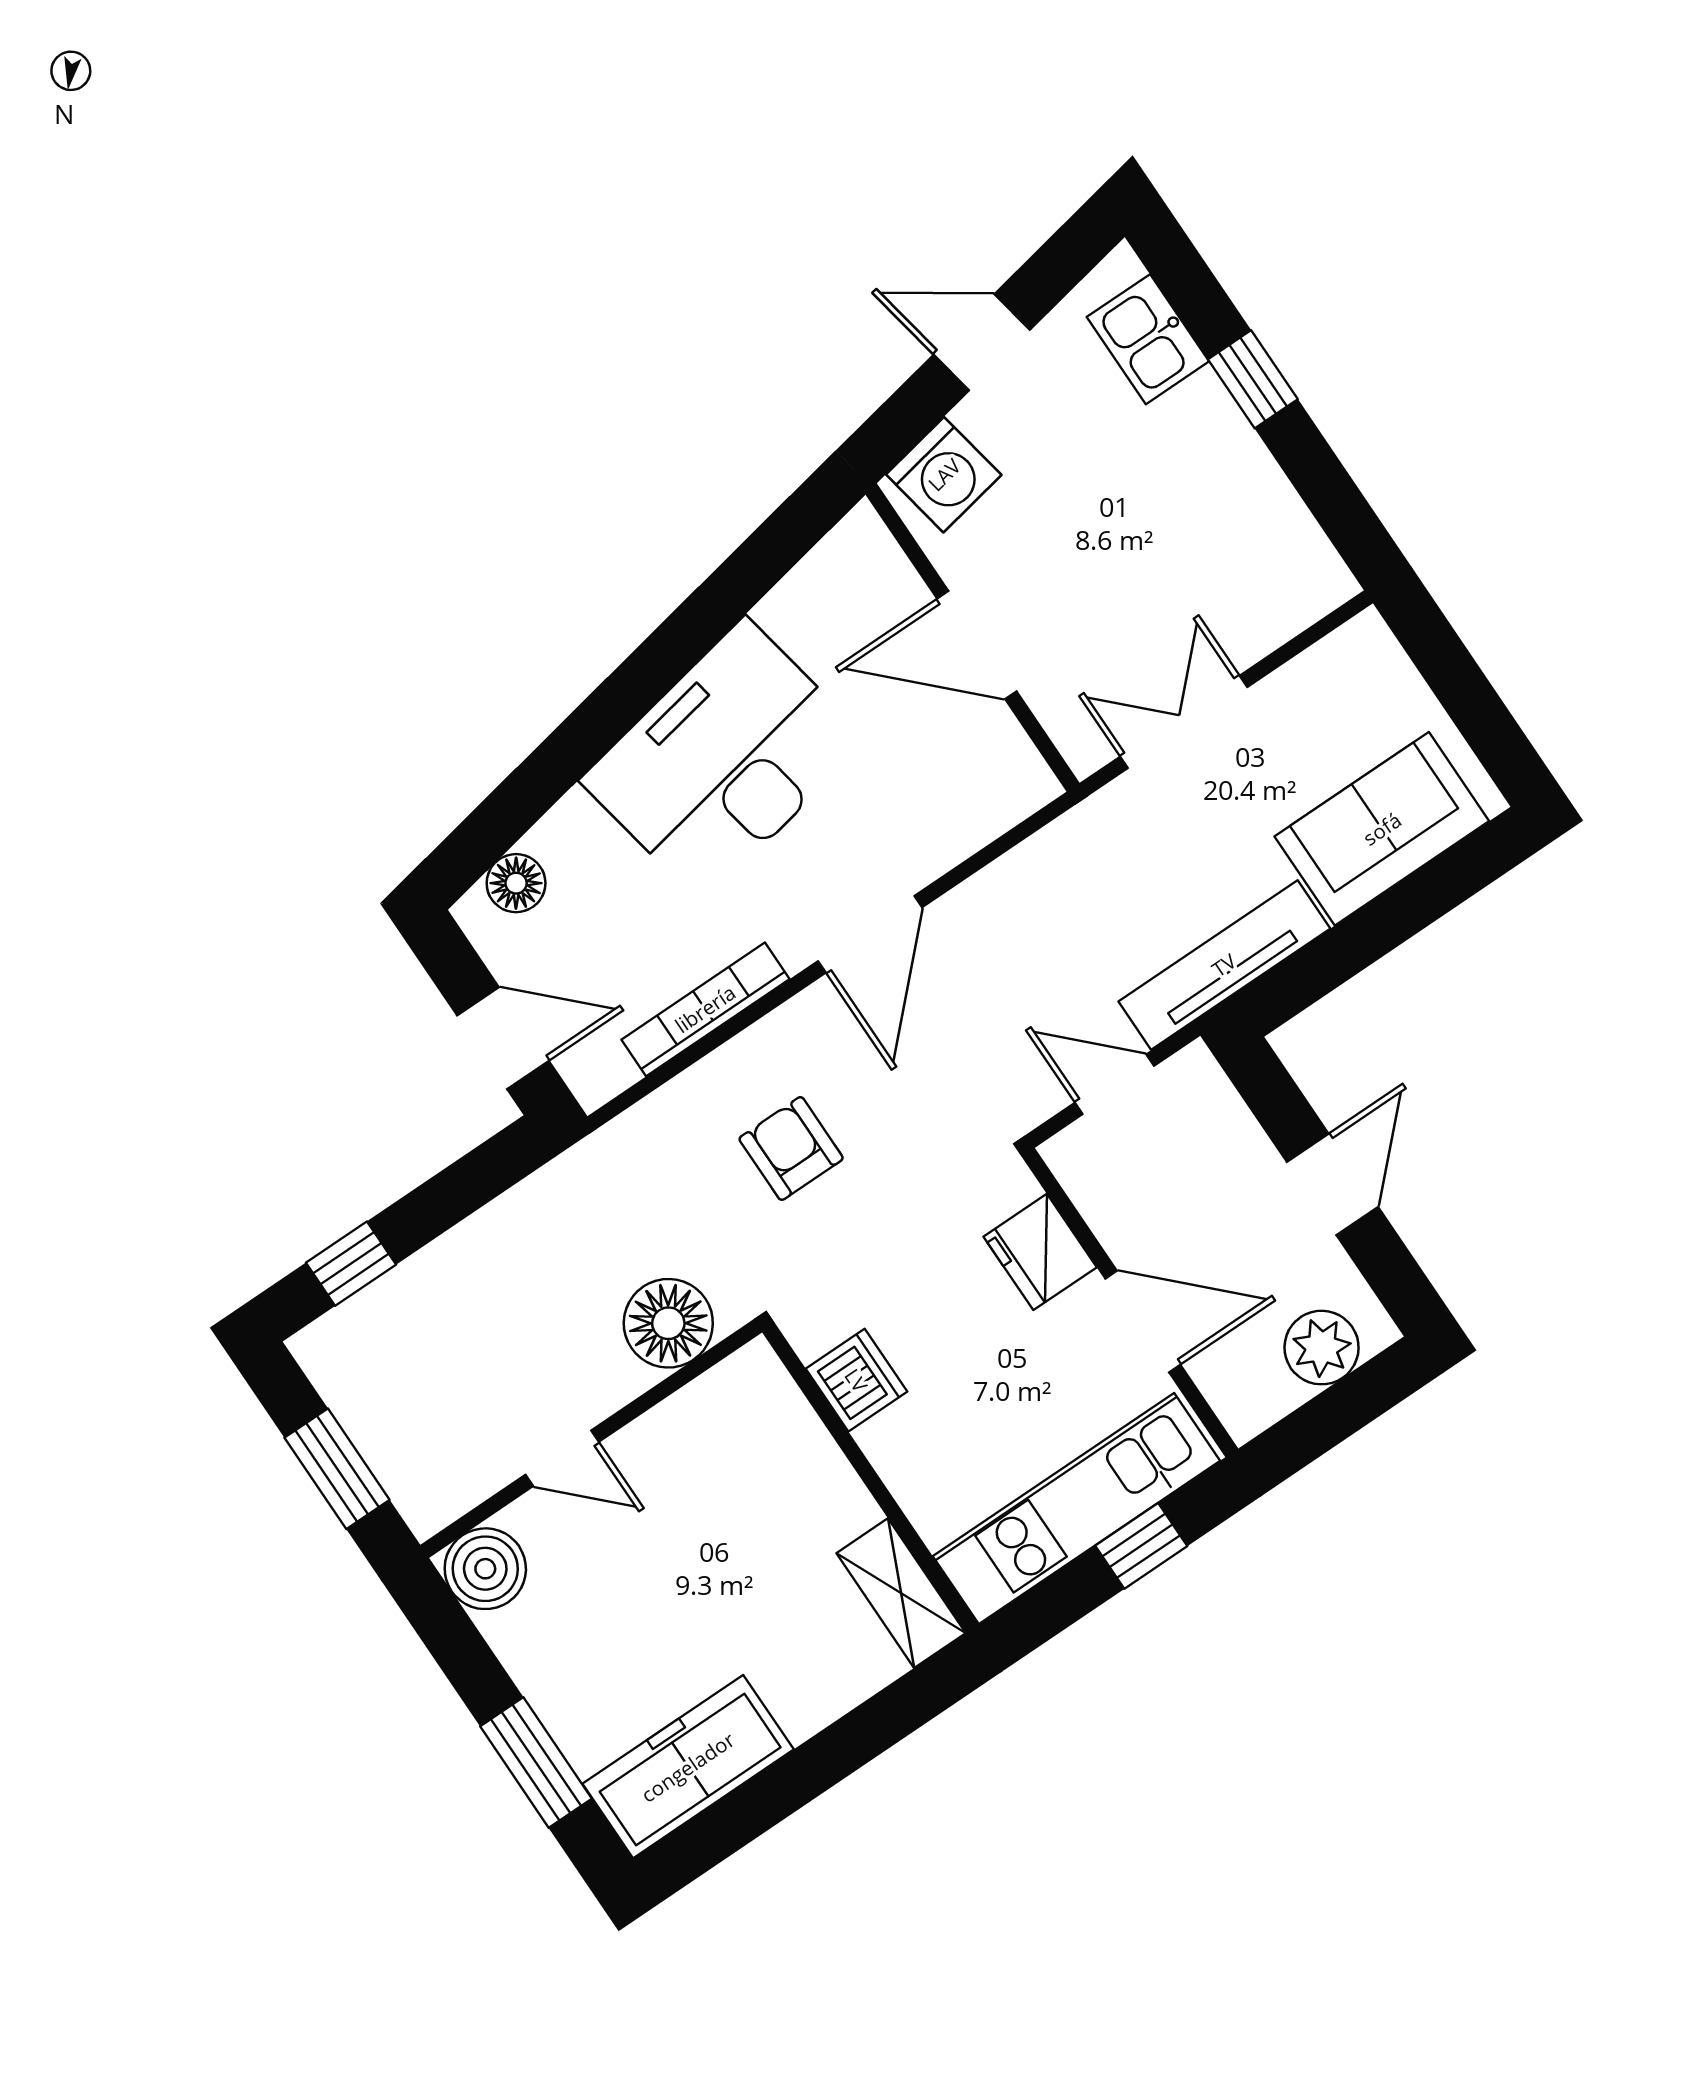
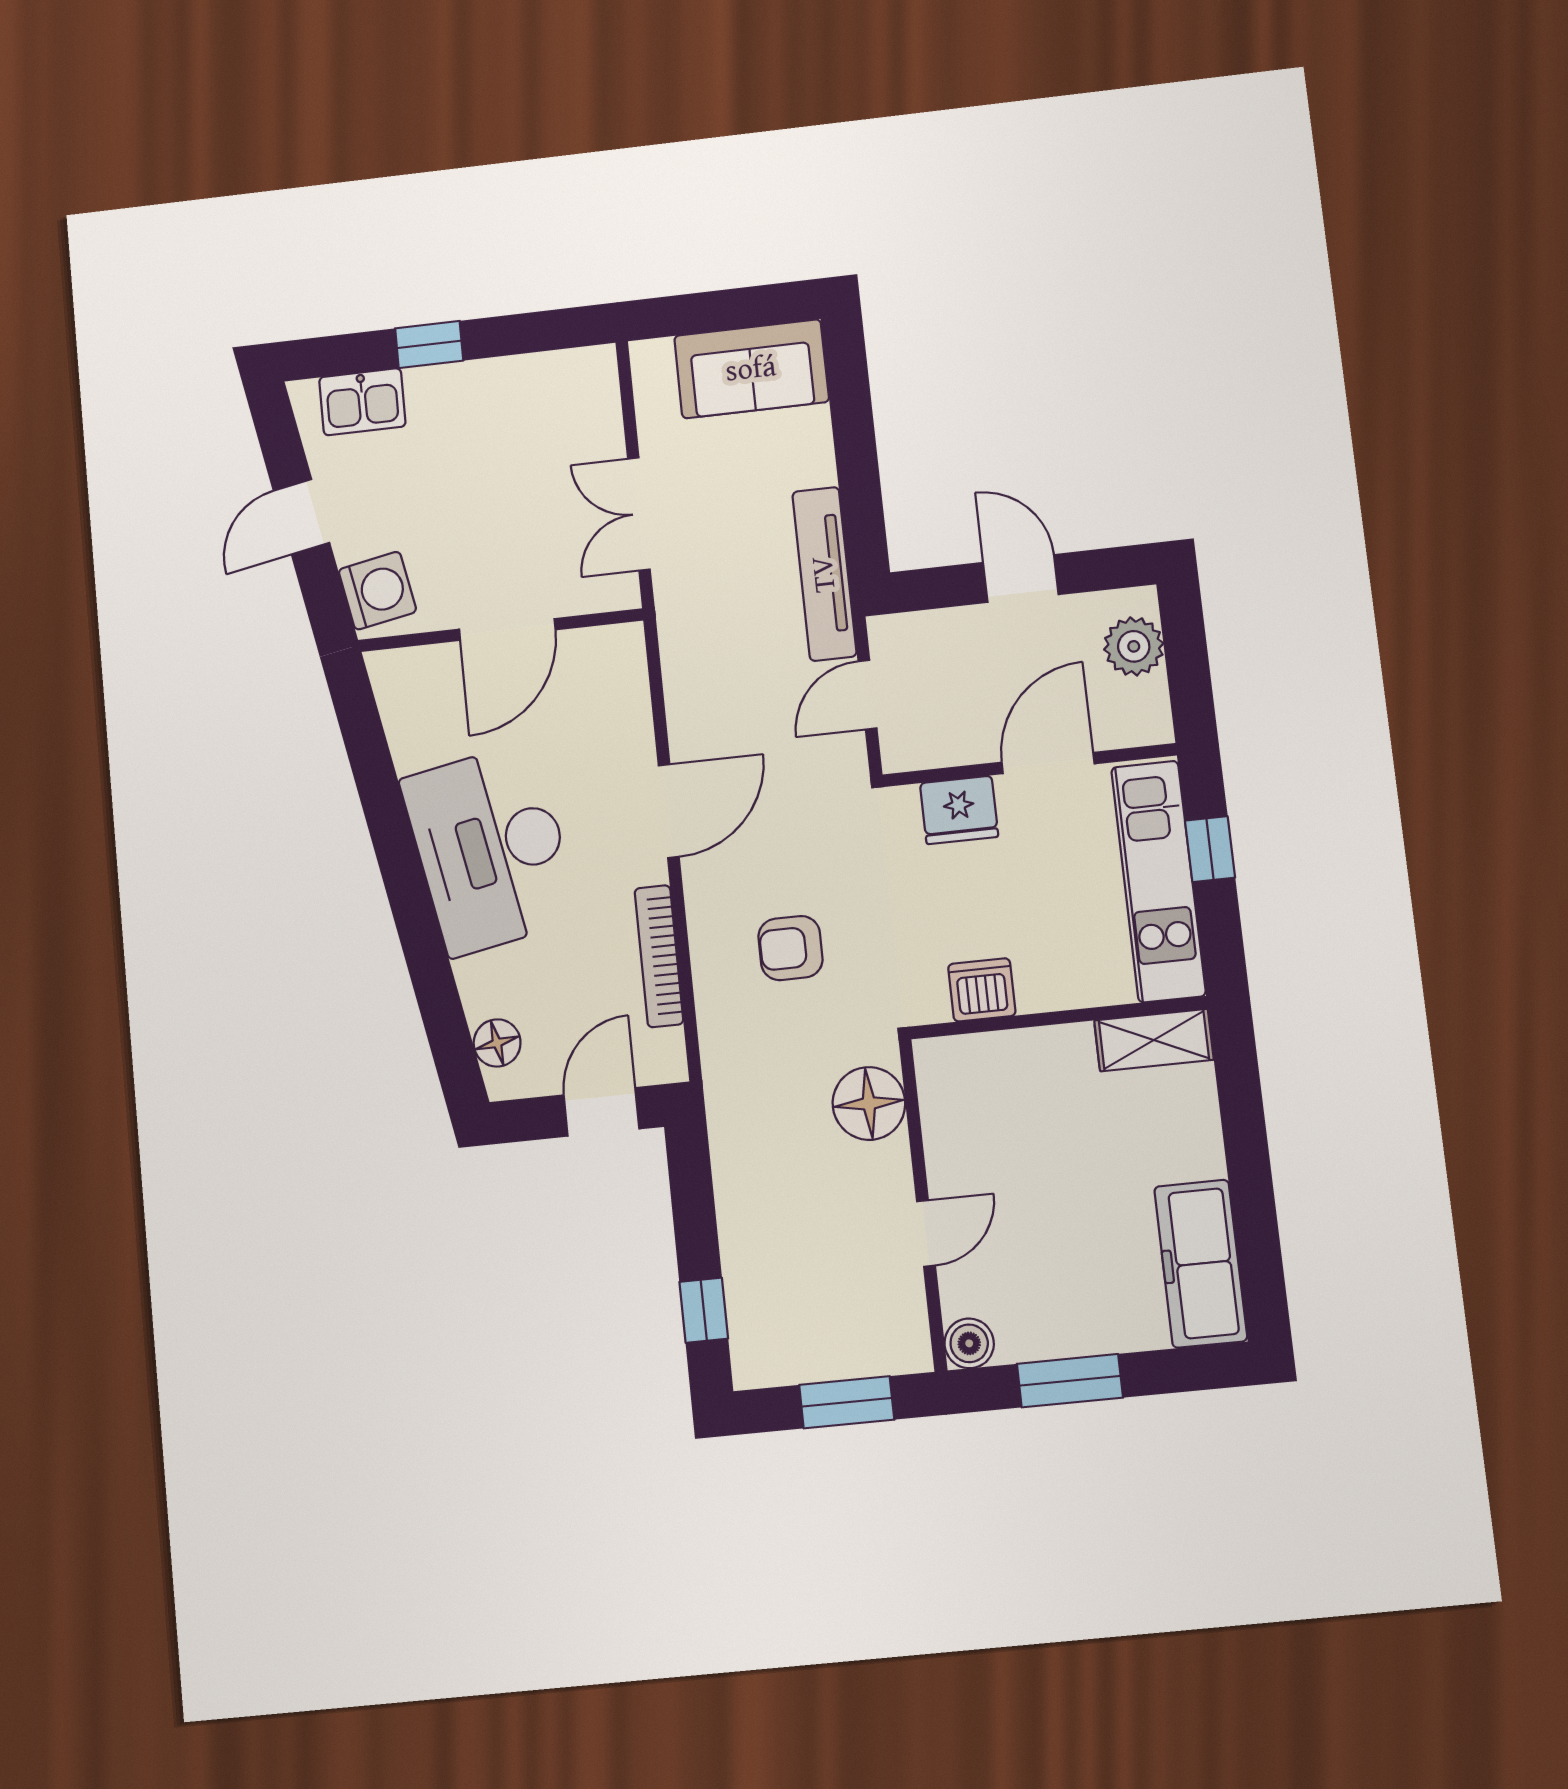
sofa: (1382, 829) -> (751, 369), moved, turned -90
door: (870, 934) -> (669, 811), hinge flipped
boiler: (485, 1569) -> (969, 1343), width x0.73, depth x0.73
window: (536, 1762) -> (1070, 1381), moved

